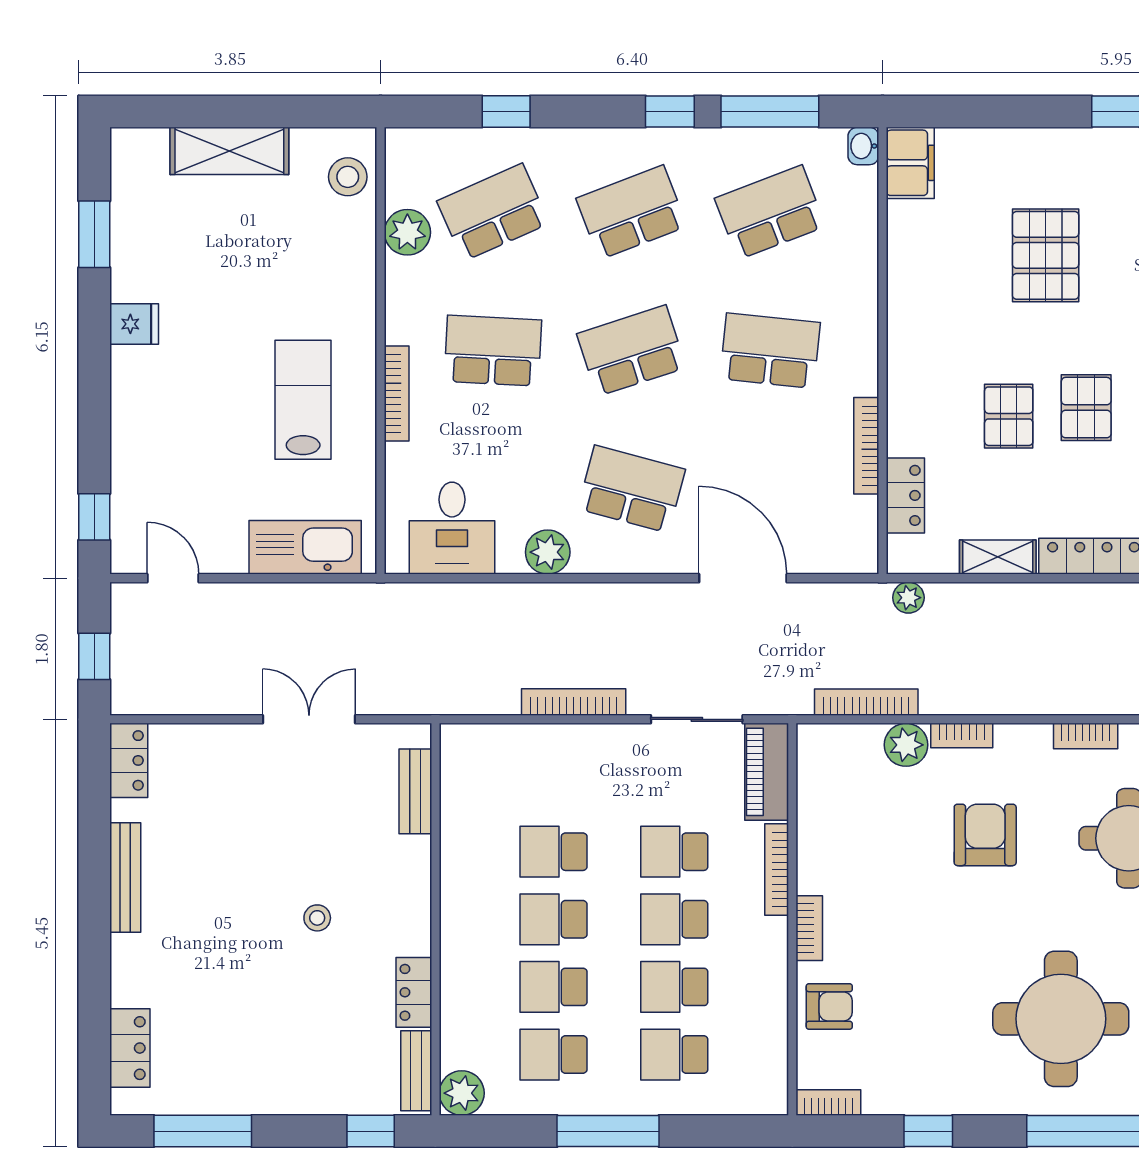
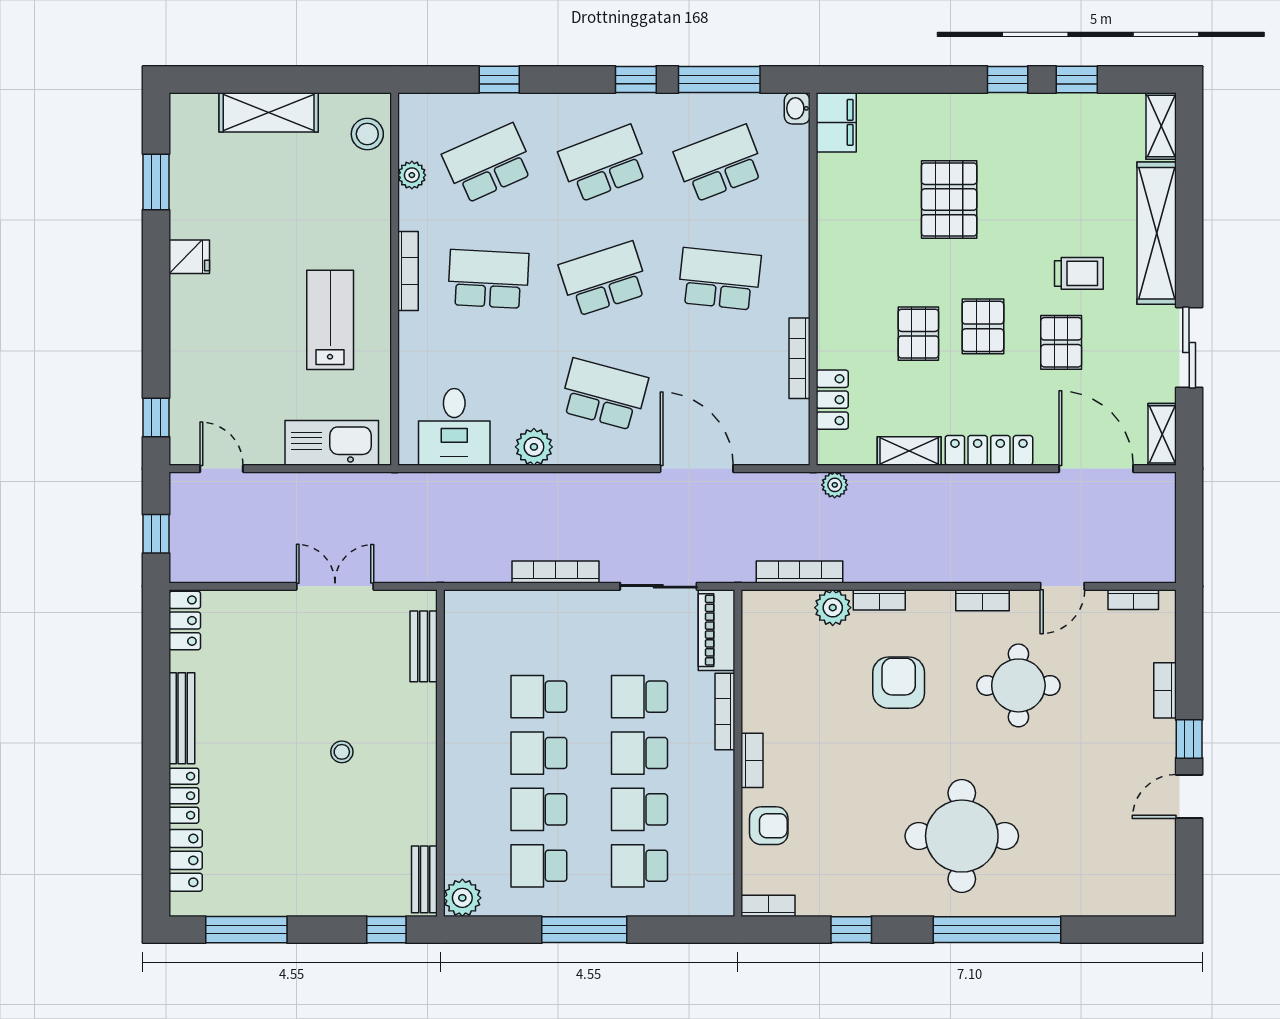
plant: (407, 232) -> (412, 175), width x0.73, depth x0.73
bookcase: (397, 394) -> (408, 271), moved
locker: (414, 992) -> (184, 796), moved, turned 180

